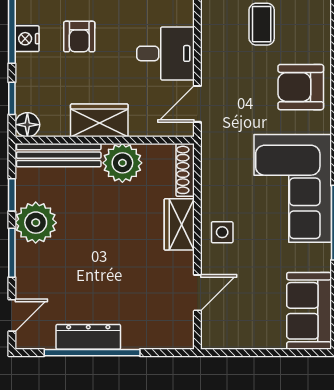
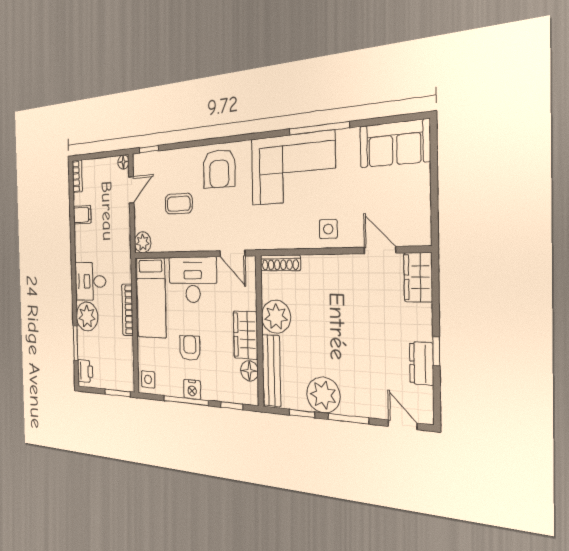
armchair: (79, 37) -> (190, 348), turned -90
desk: (165, 53) -> (193, 280), width x1.37
floor lamp: (27, 125) -> (249, 371), moved
wardrobe: (179, 224) -> (418, 277), moved, turned 90
dresser: (88, 337) -> (421, 363), width x0.70
window: (92, 353) -> (436, 351), width x0.32

